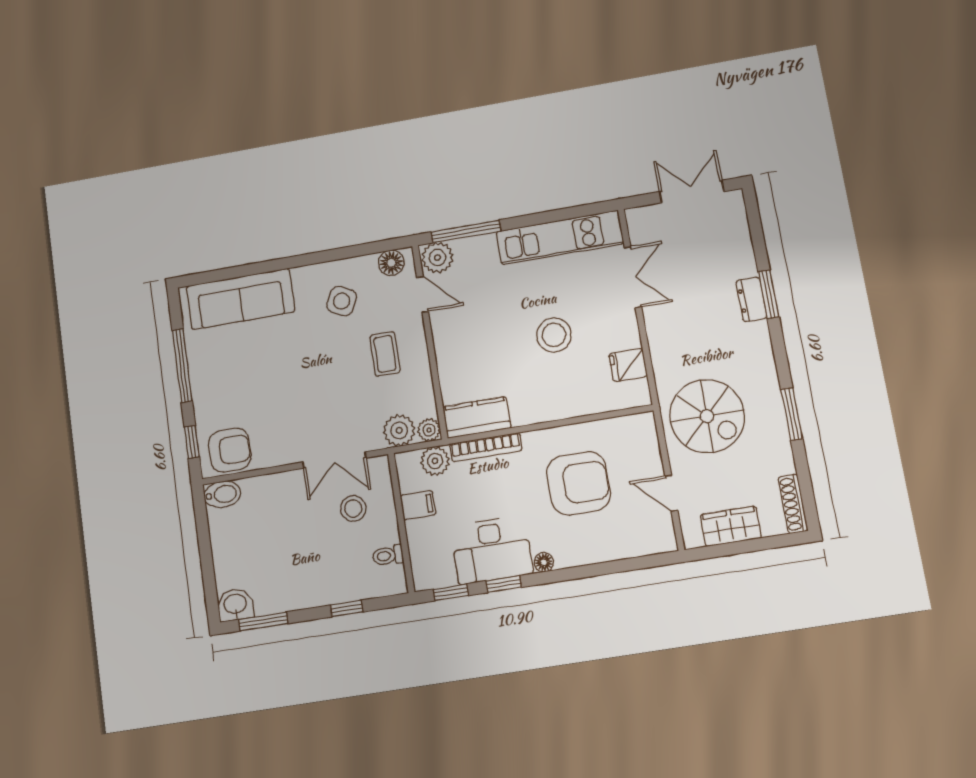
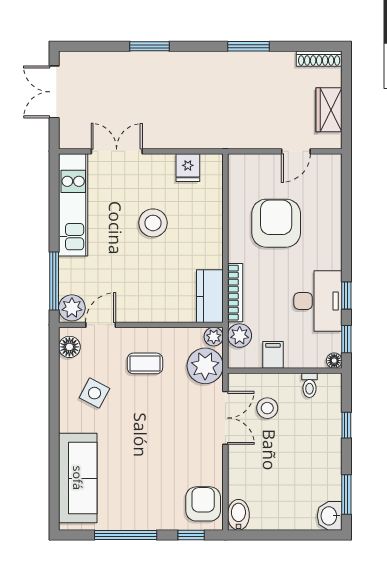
dresser: (751, 299) -> (151, 61), removed
spiral stairs: (707, 416) -> (239, 113), removed
plant: (399, 430) -> (205, 366), width x1.36, depth x1.36
floor lamp: (544, 562) -> (334, 361), moved

